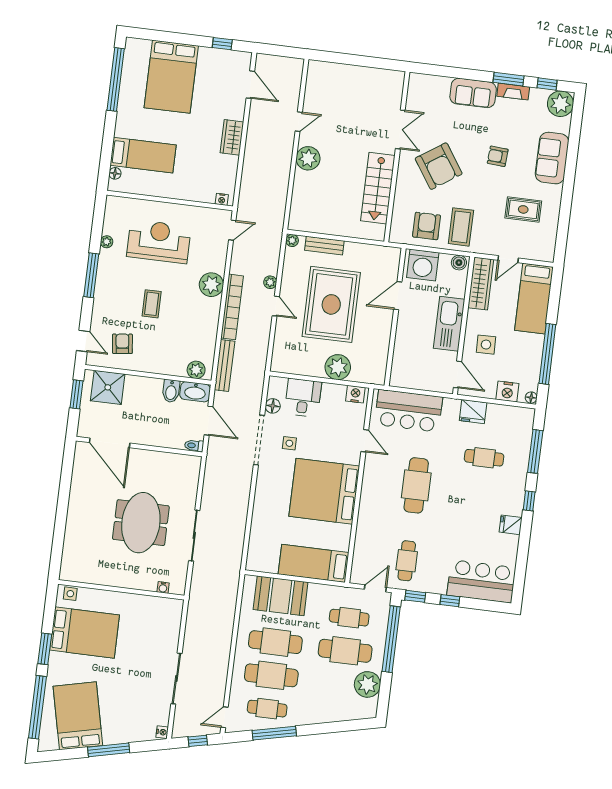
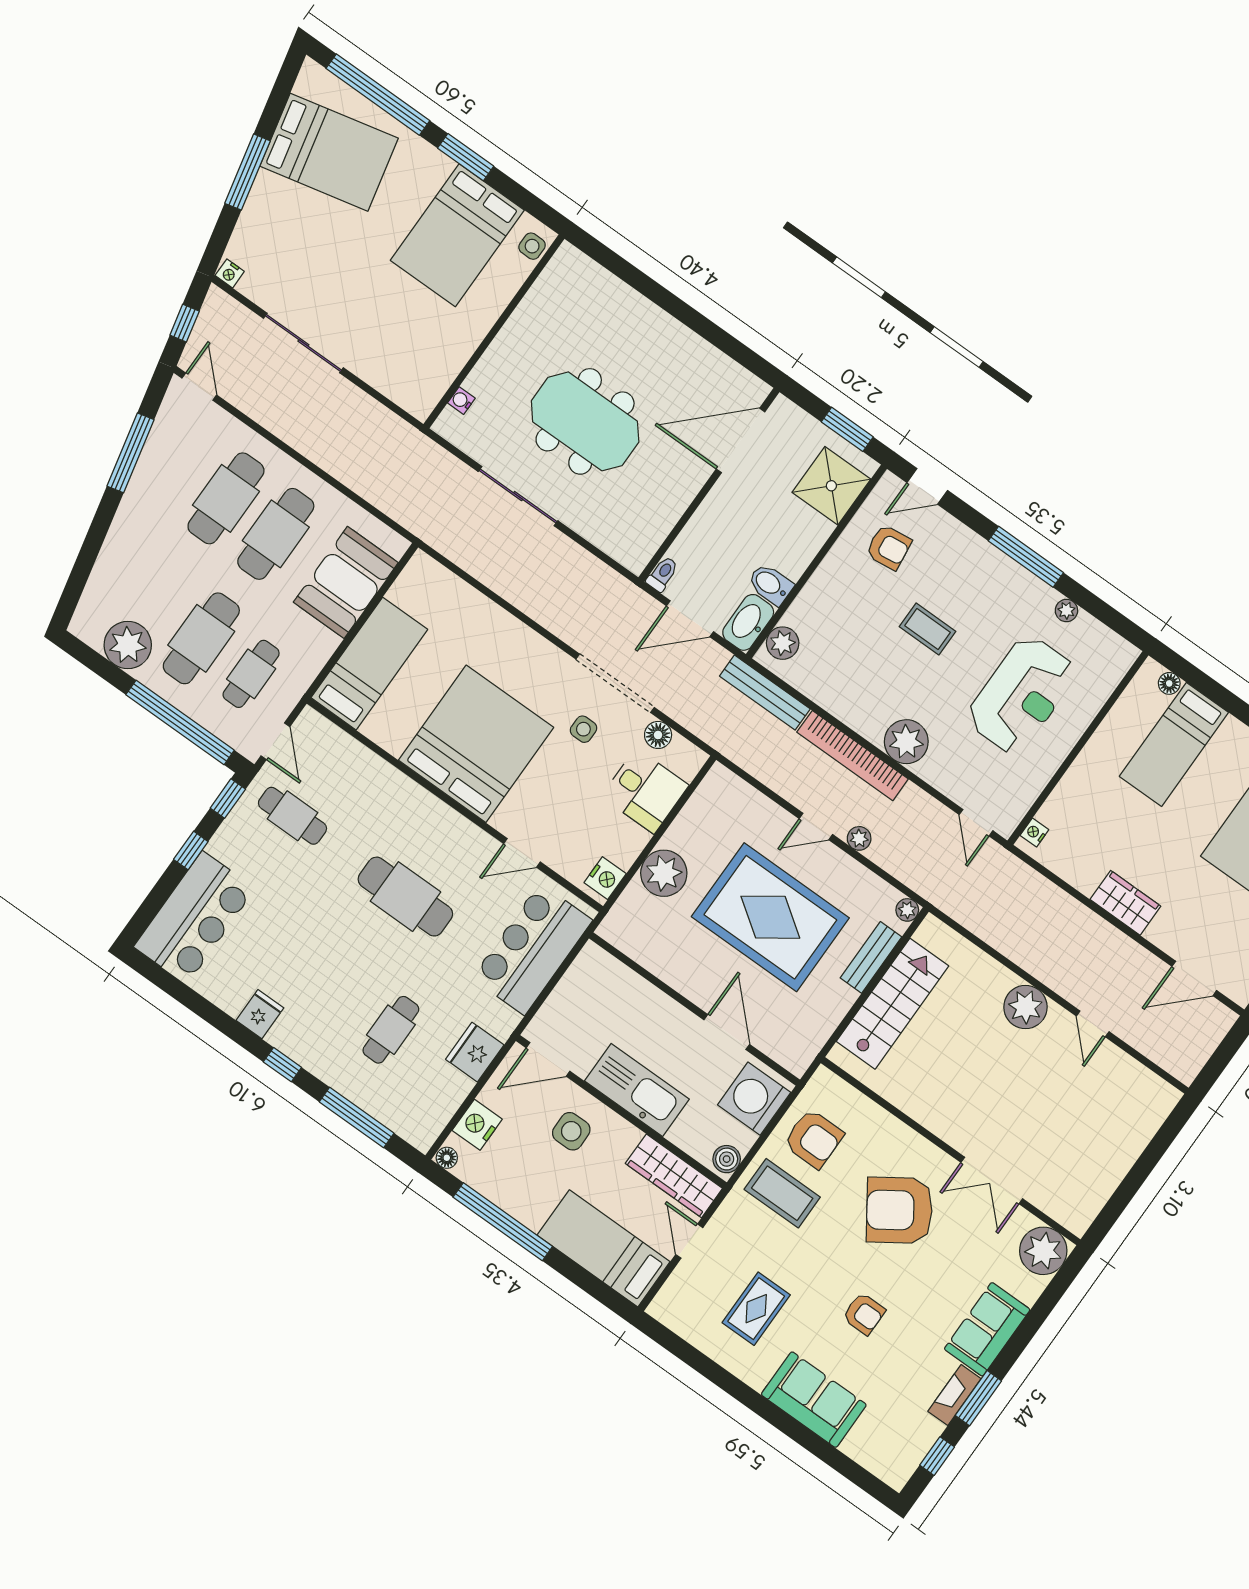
plant: (560, 104) -> (1043, 1251), moved
armchair: (498, 156) -> (864, 1314), turned 86
stairs: (378, 188) -> (892, 1004), moved, turned 90
cafe table: (267, 709) -> (176, 463), removed

